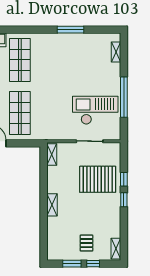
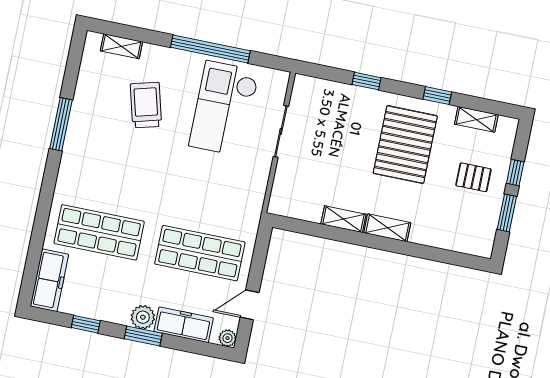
trolley: (89, 70) -> (146, 105), added
shelving: (52, 154) -> (343, 219), moved
pallet: (98, 179) -> (405, 145), moved
window: (124, 200) -> (437, 96), moved
shelving: (116, 249) -> (476, 119), moved

